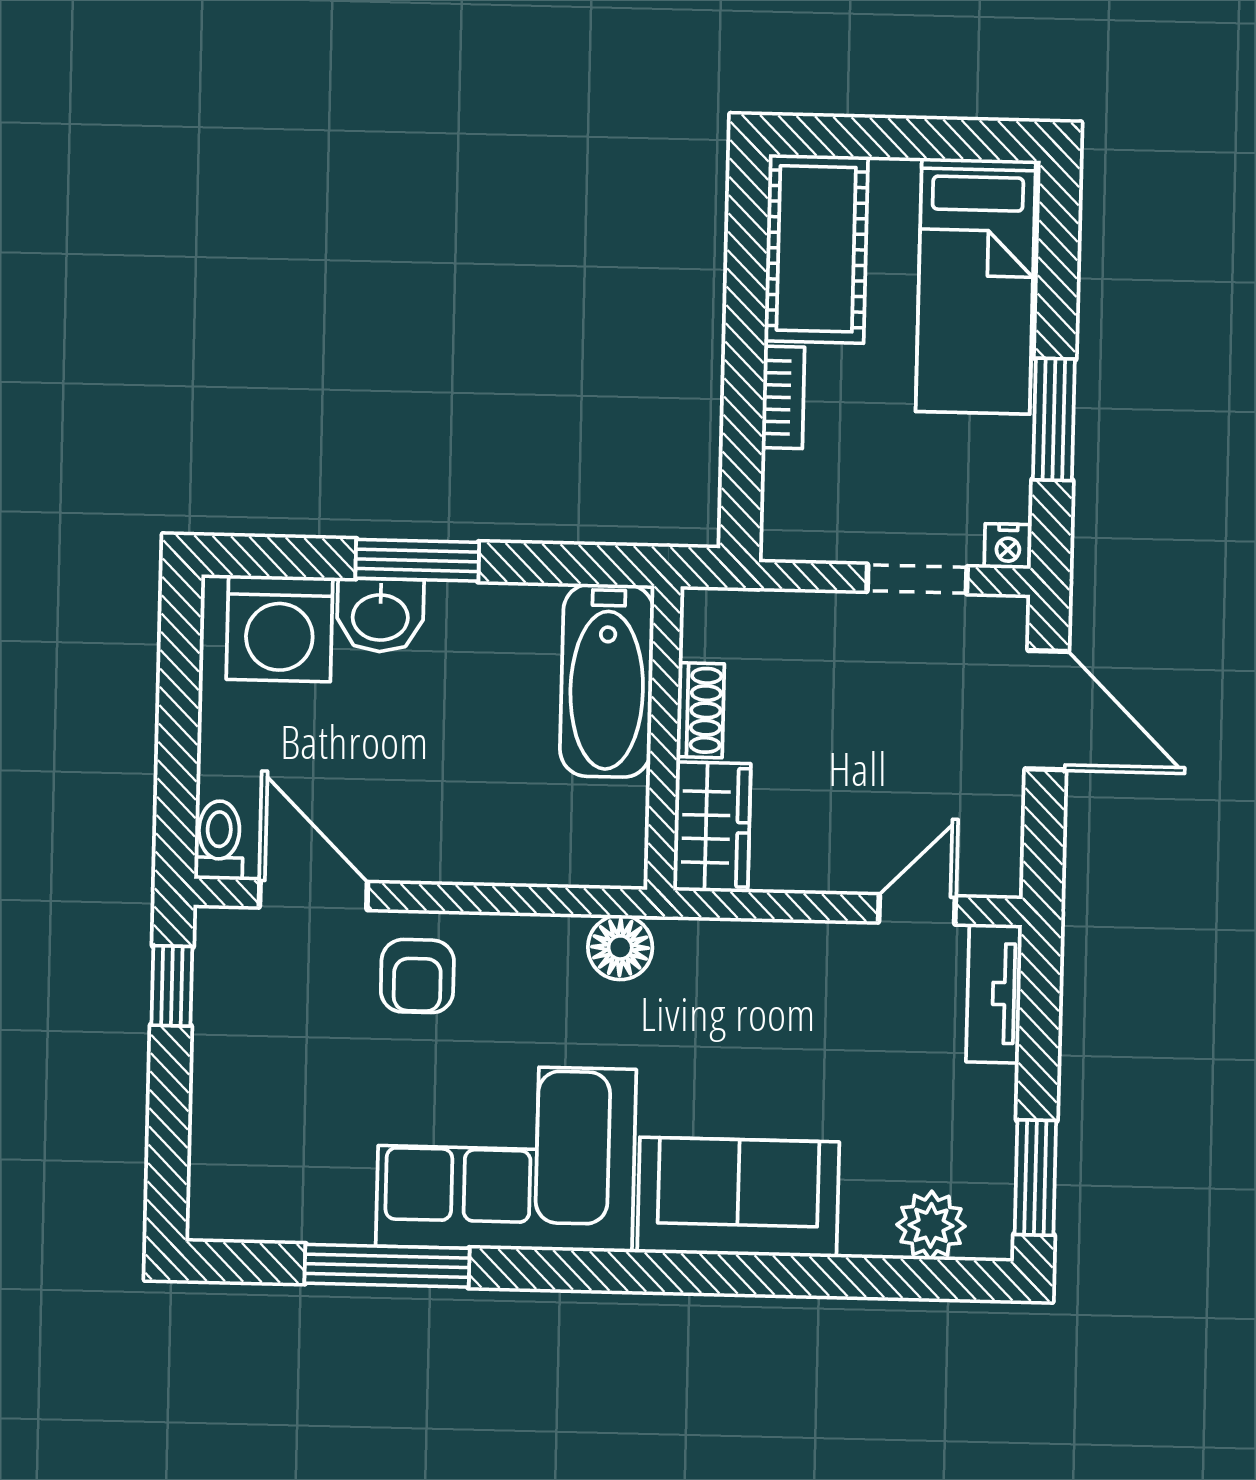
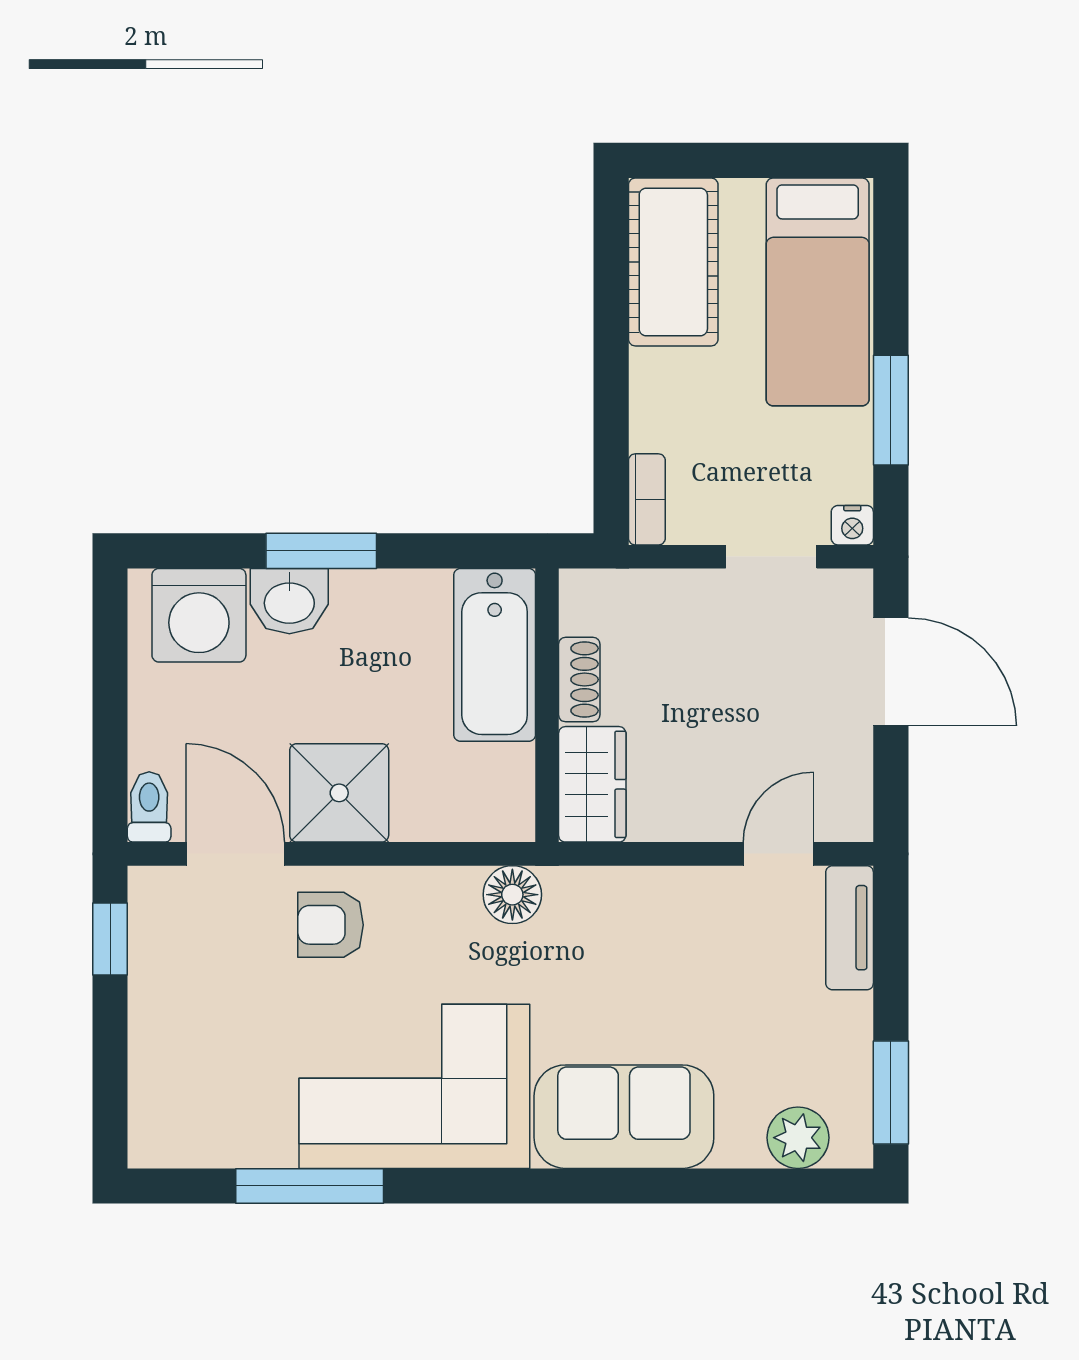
bookcase: (783, 397) -> (647, 499), moved
shower: (431, 830) -> (339, 793), added
armchair: (417, 976) -> (331, 925), turned 90

